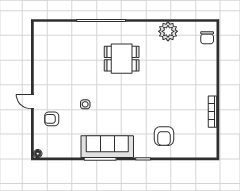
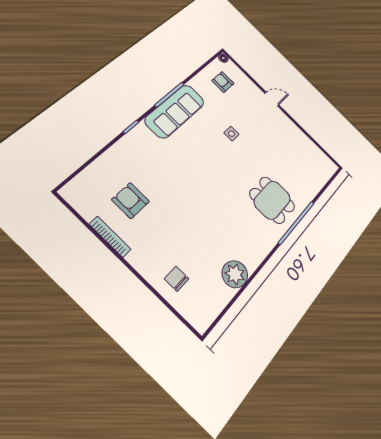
chair: (207, 38) -> (177, 279), moved
dining table: (122, 59) -> (272, 200), moved, turned 90
armchair: (52, 119) -> (223, 82), moved, turned -90
armchair: (164, 136) -> (131, 201), moved

